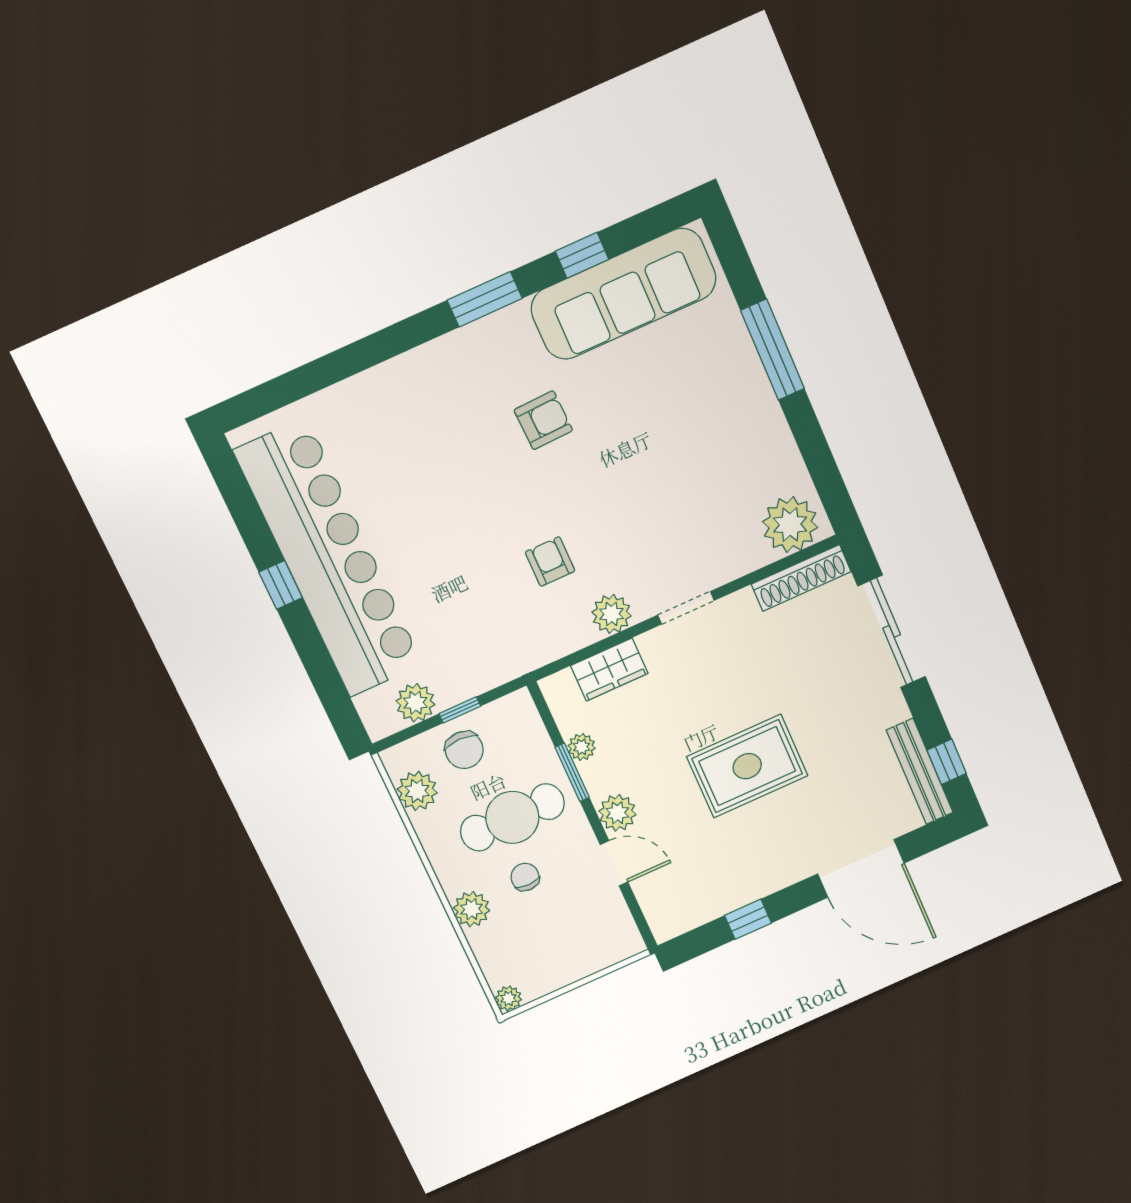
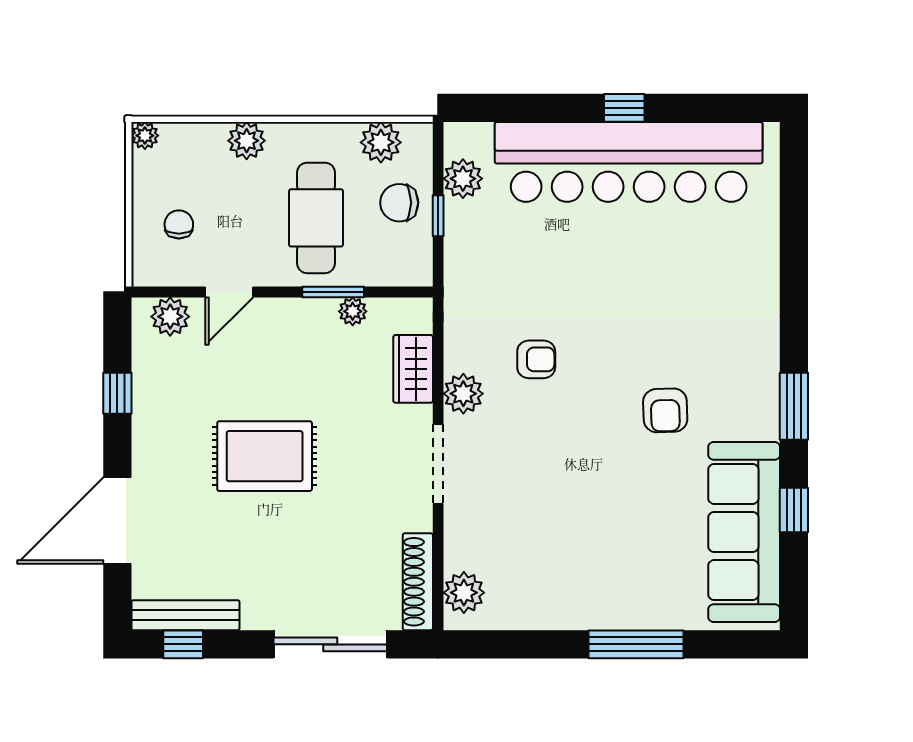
plant: (790, 525) -> (464, 593), width x0.73, depth x0.73
doorway: (686, 608) -> (438, 464), width x1.38
rug: (747, 766) -> (265, 456), turned 90
plant: (617, 813) -> (170, 317), moved
chair: (525, 877) -> (179, 224), moved, turned -90

